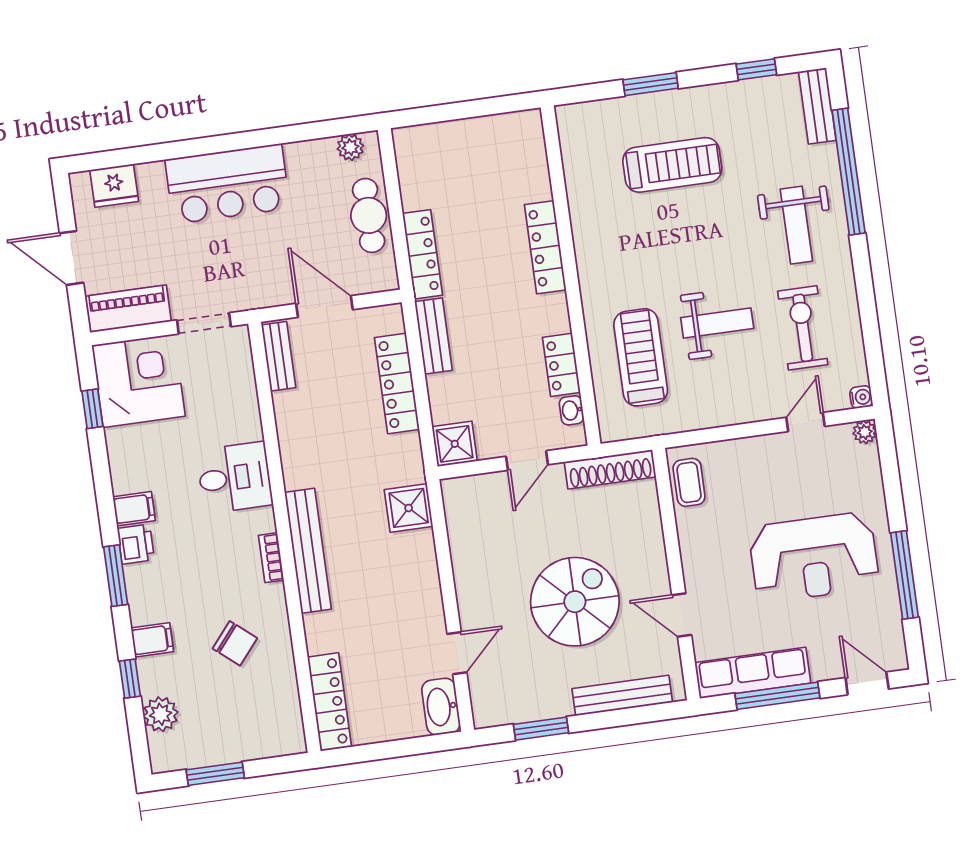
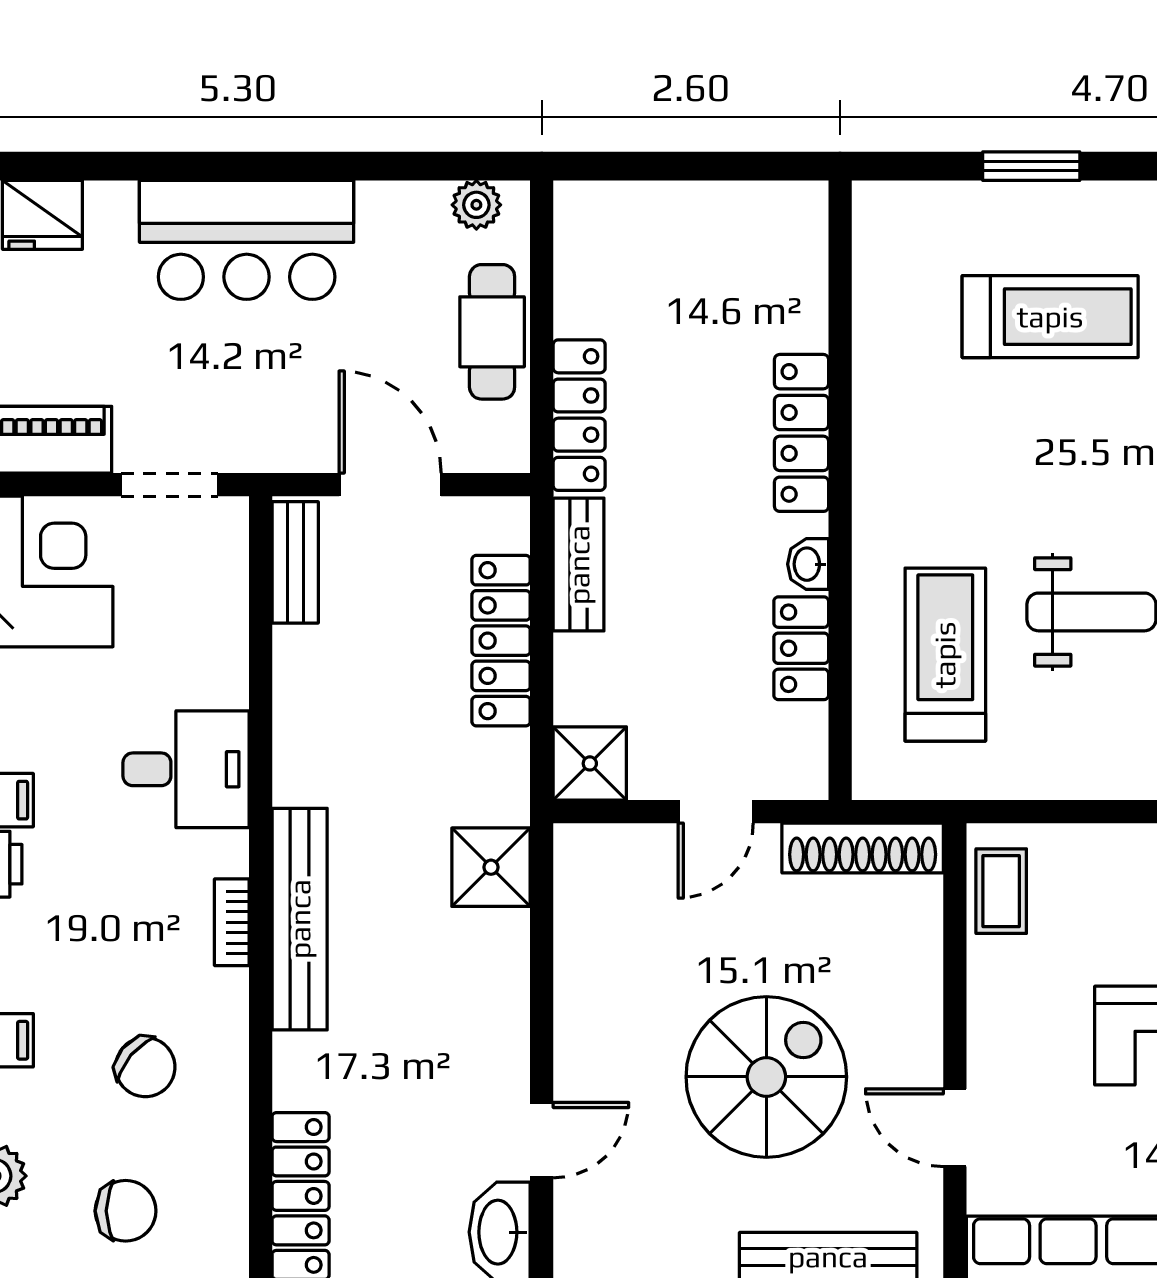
washbasin: (572, 410) -> (808, 564), moved
chair: (235, 723) -> (126, 1211), added

